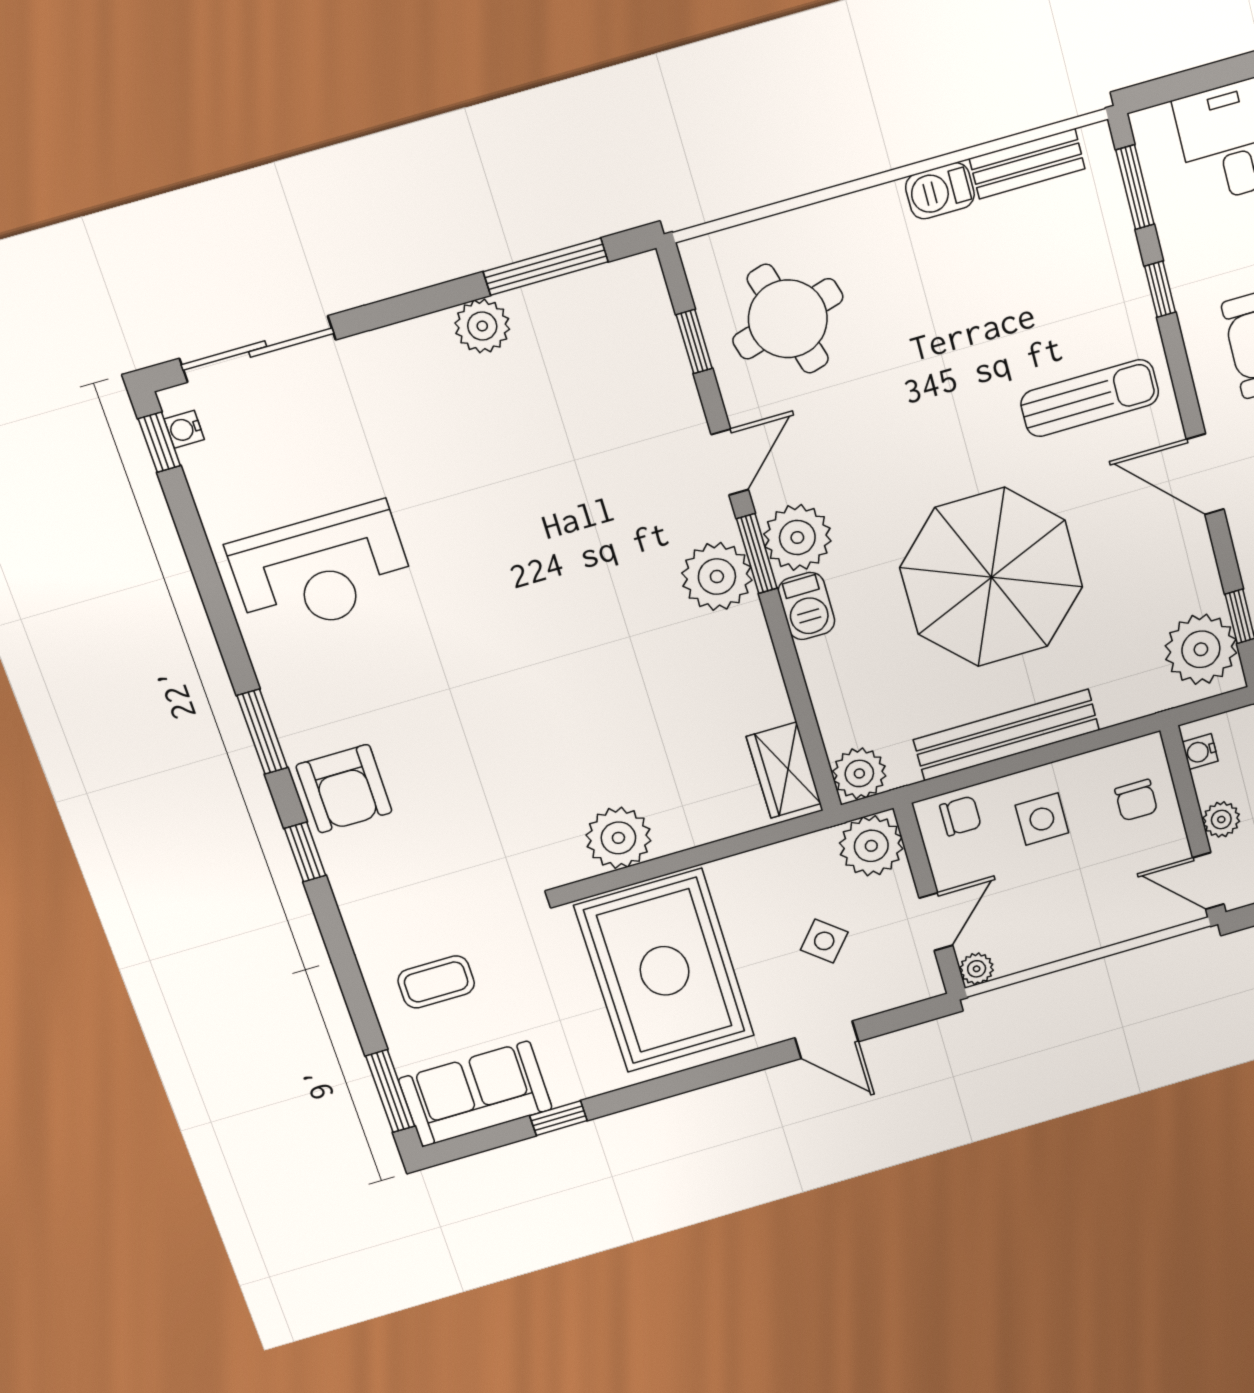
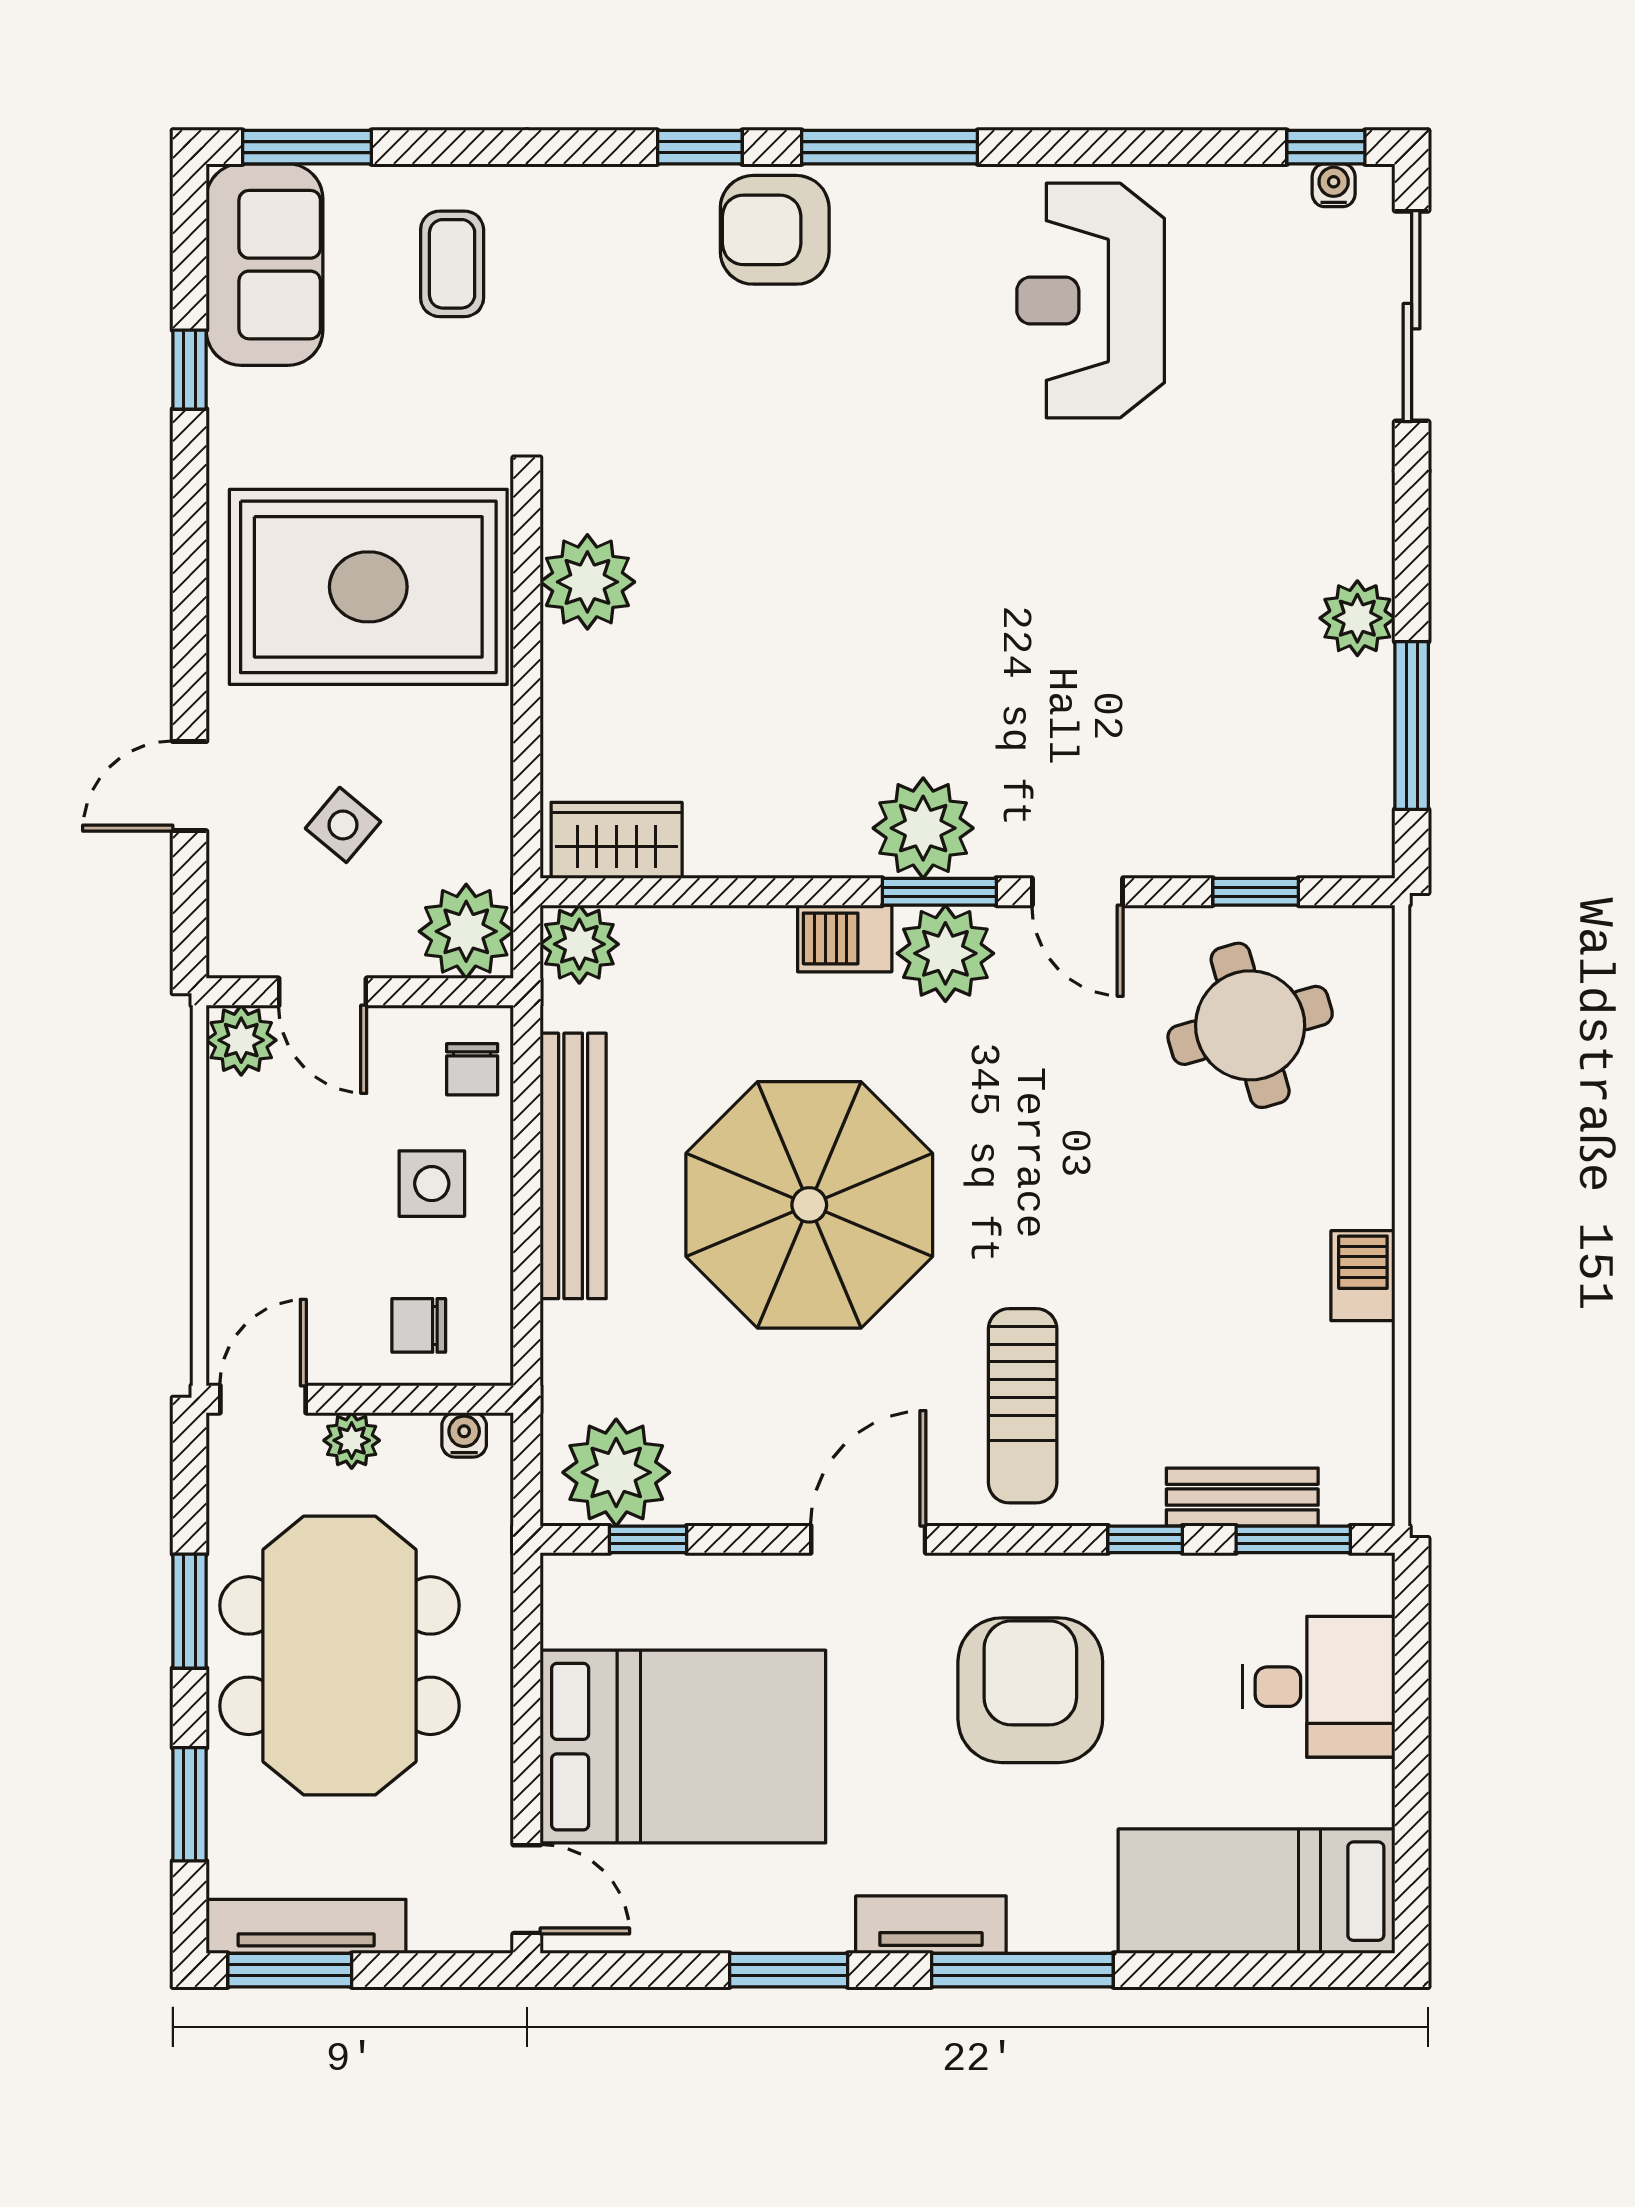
bench: (1027, 164) -> (1242, 1497), moved, turned 90
window: (262, 732) -> (890, 147), width x1.44
plant: (977, 969) -> (241, 1040), width x1.38, depth x1.38

